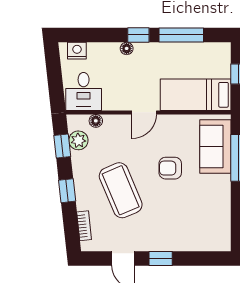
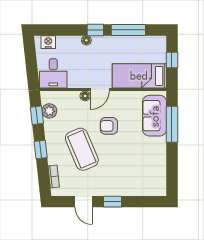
floor lamp: (96, 121) -> (85, 96), moved
armchair: (170, 168) -> (109, 126), moved

